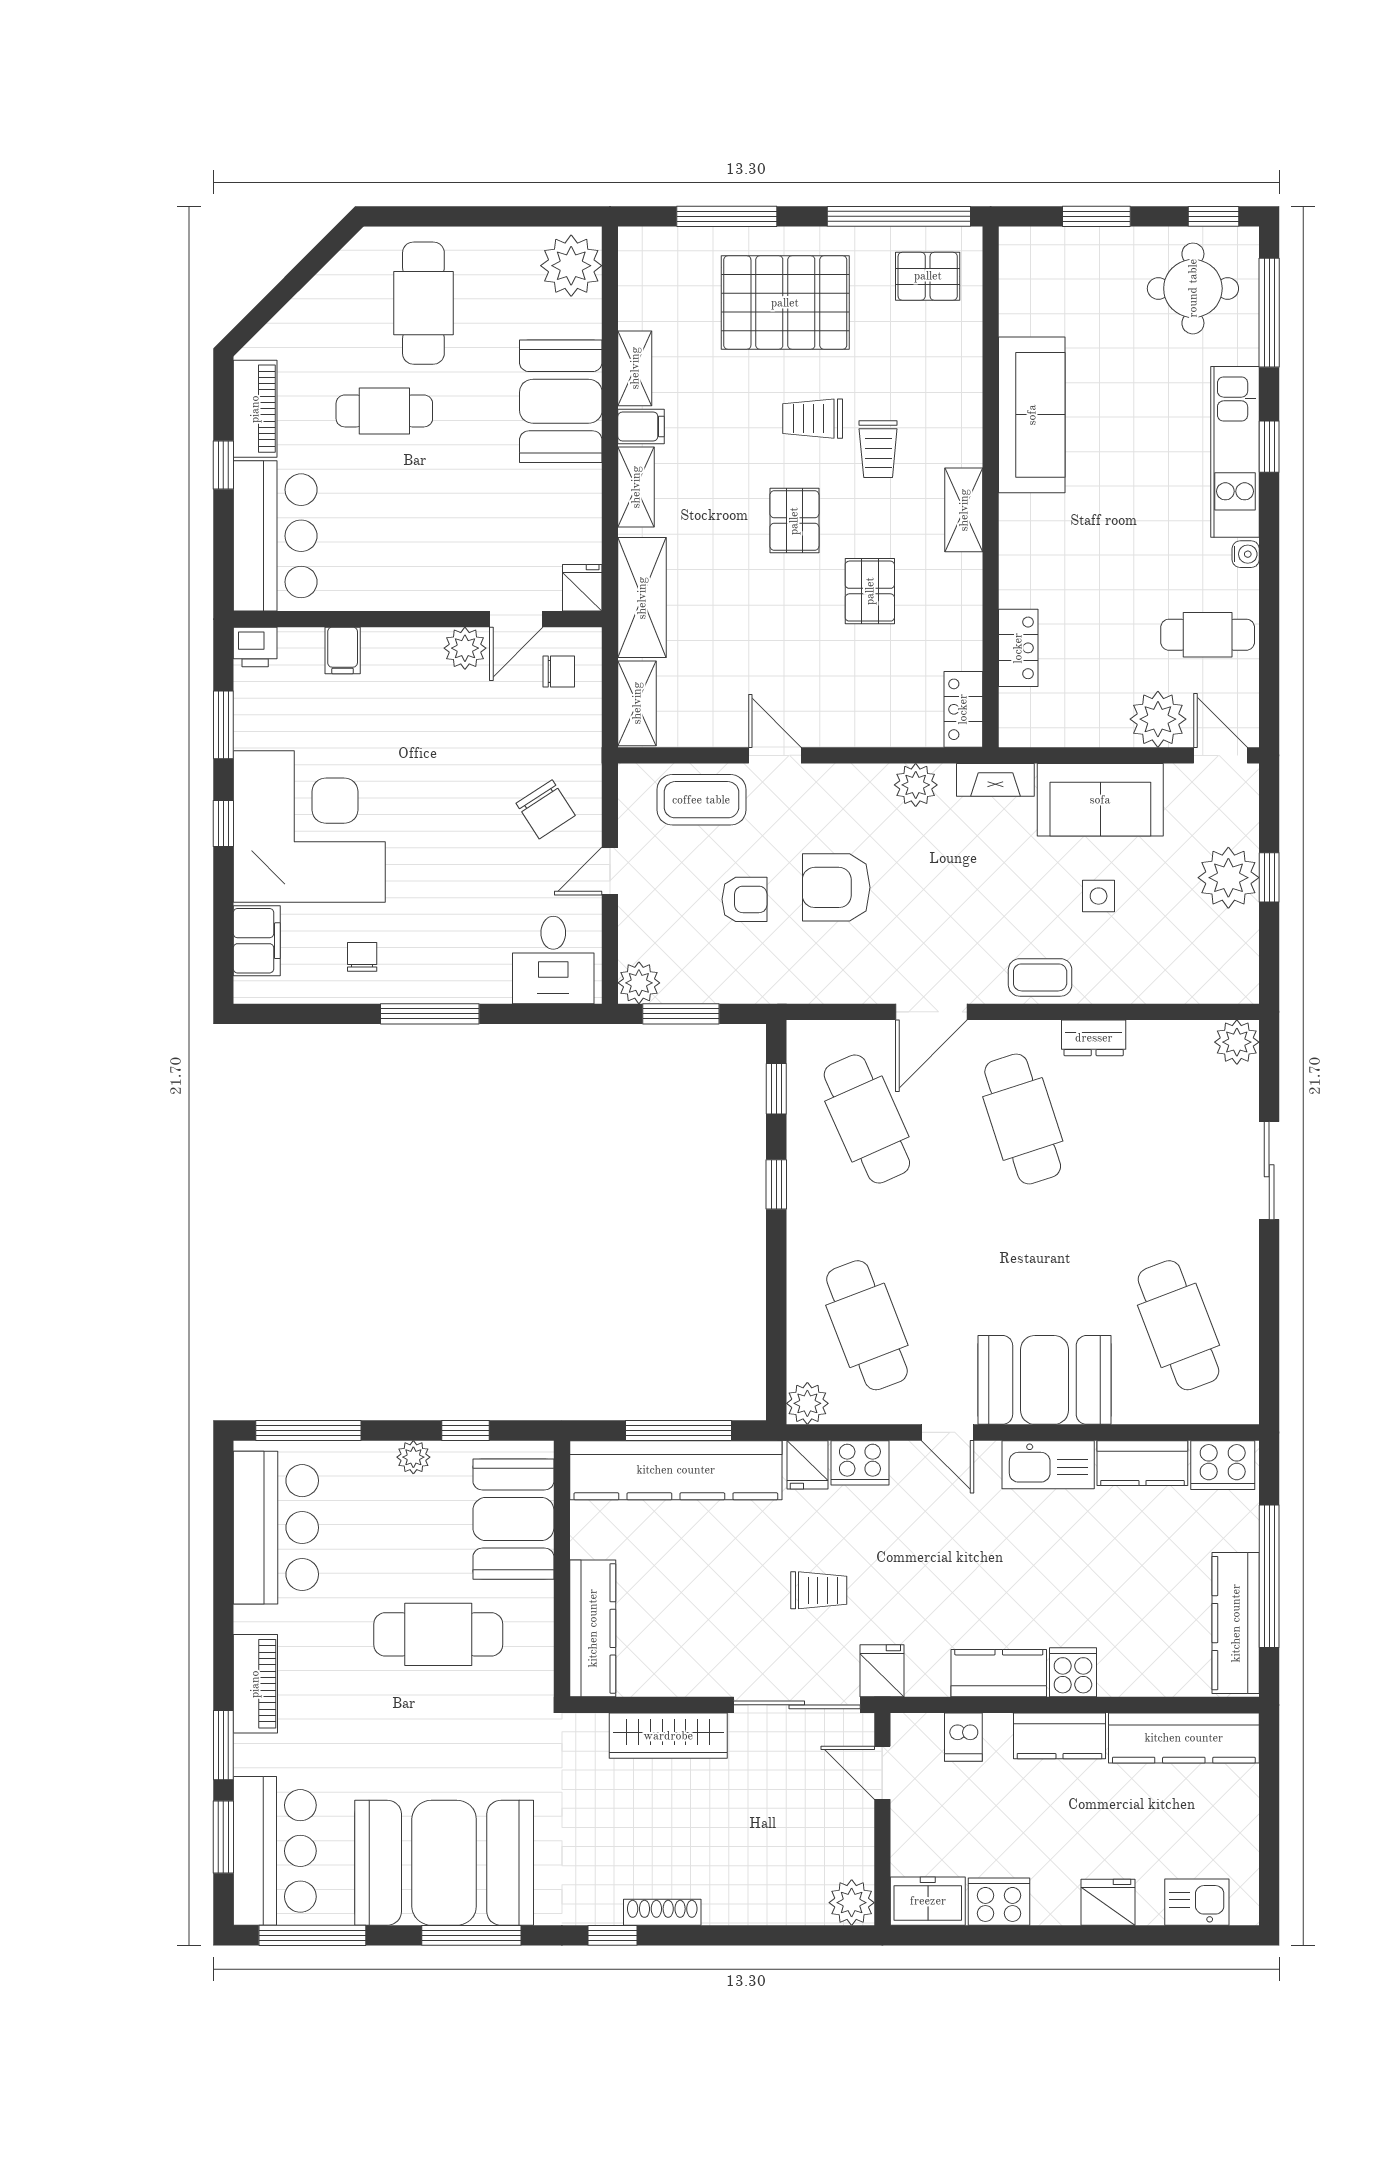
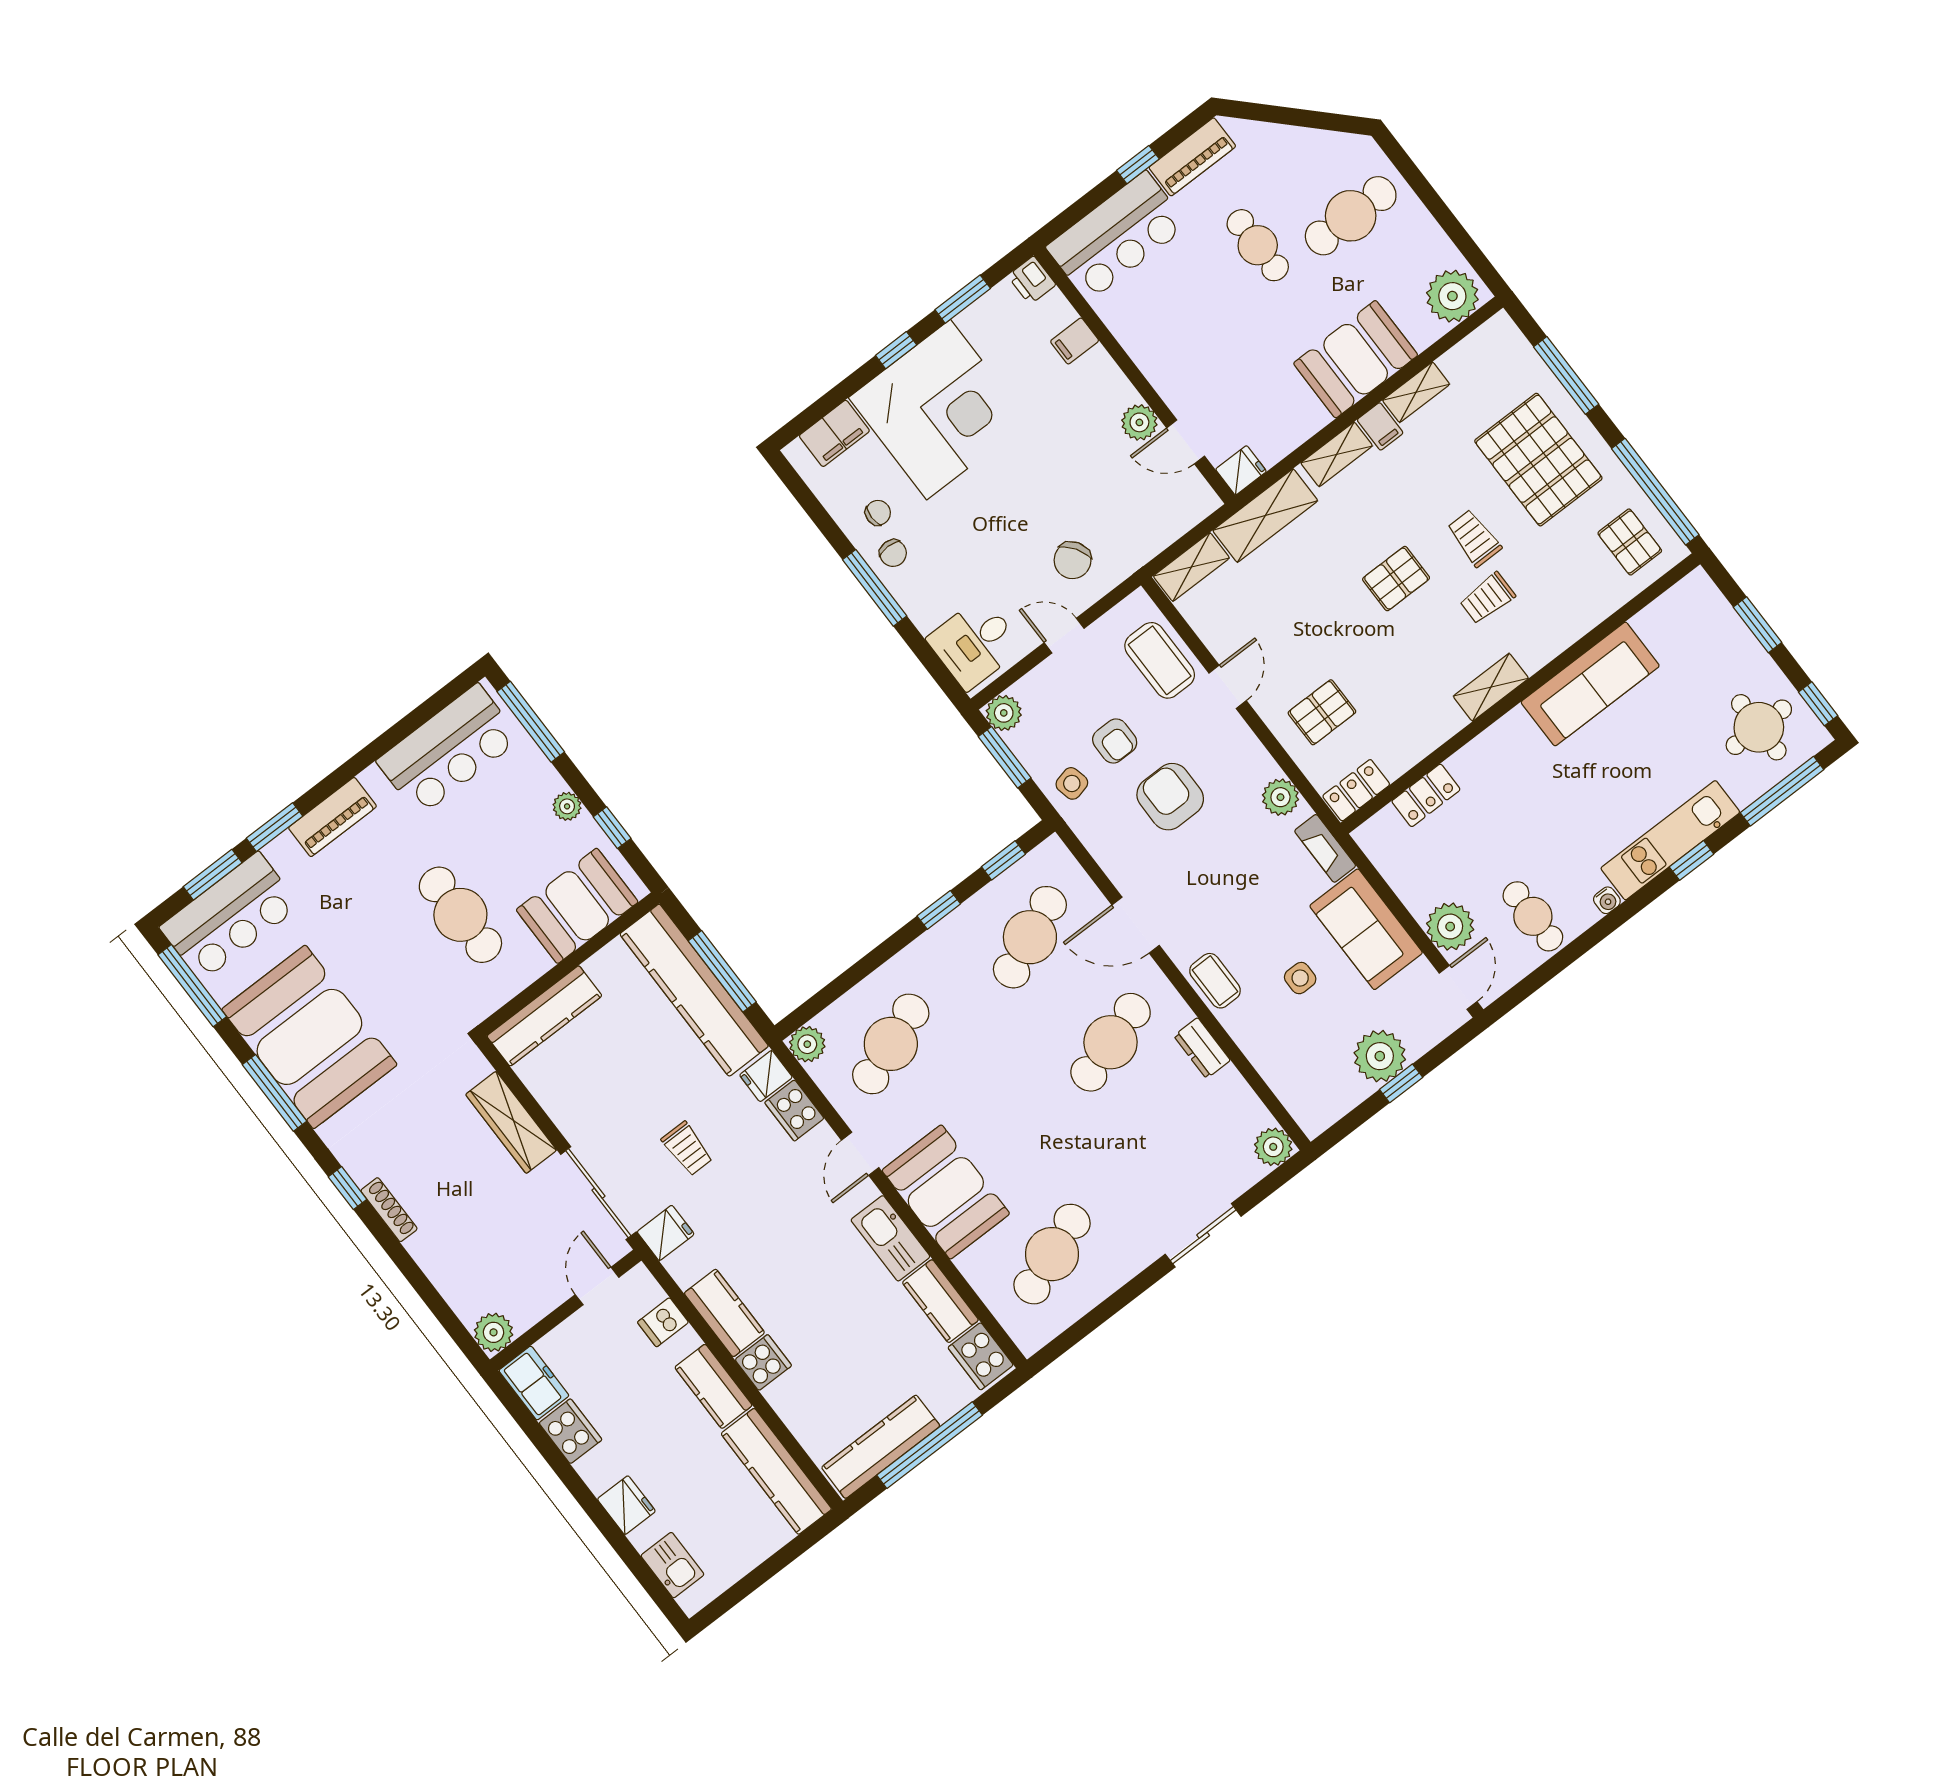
pallet: (870, 591) -> (1322, 712), moved
chair: (559, 672) -> (893, 553), moved
side table: (753, 970) -> (1072, 783), added

